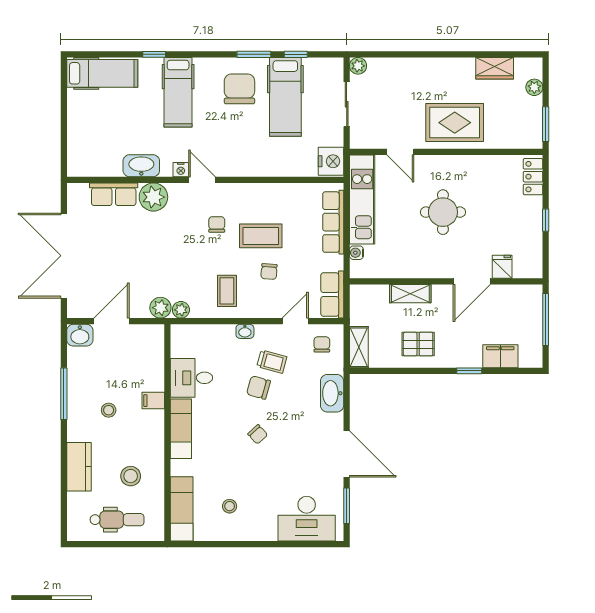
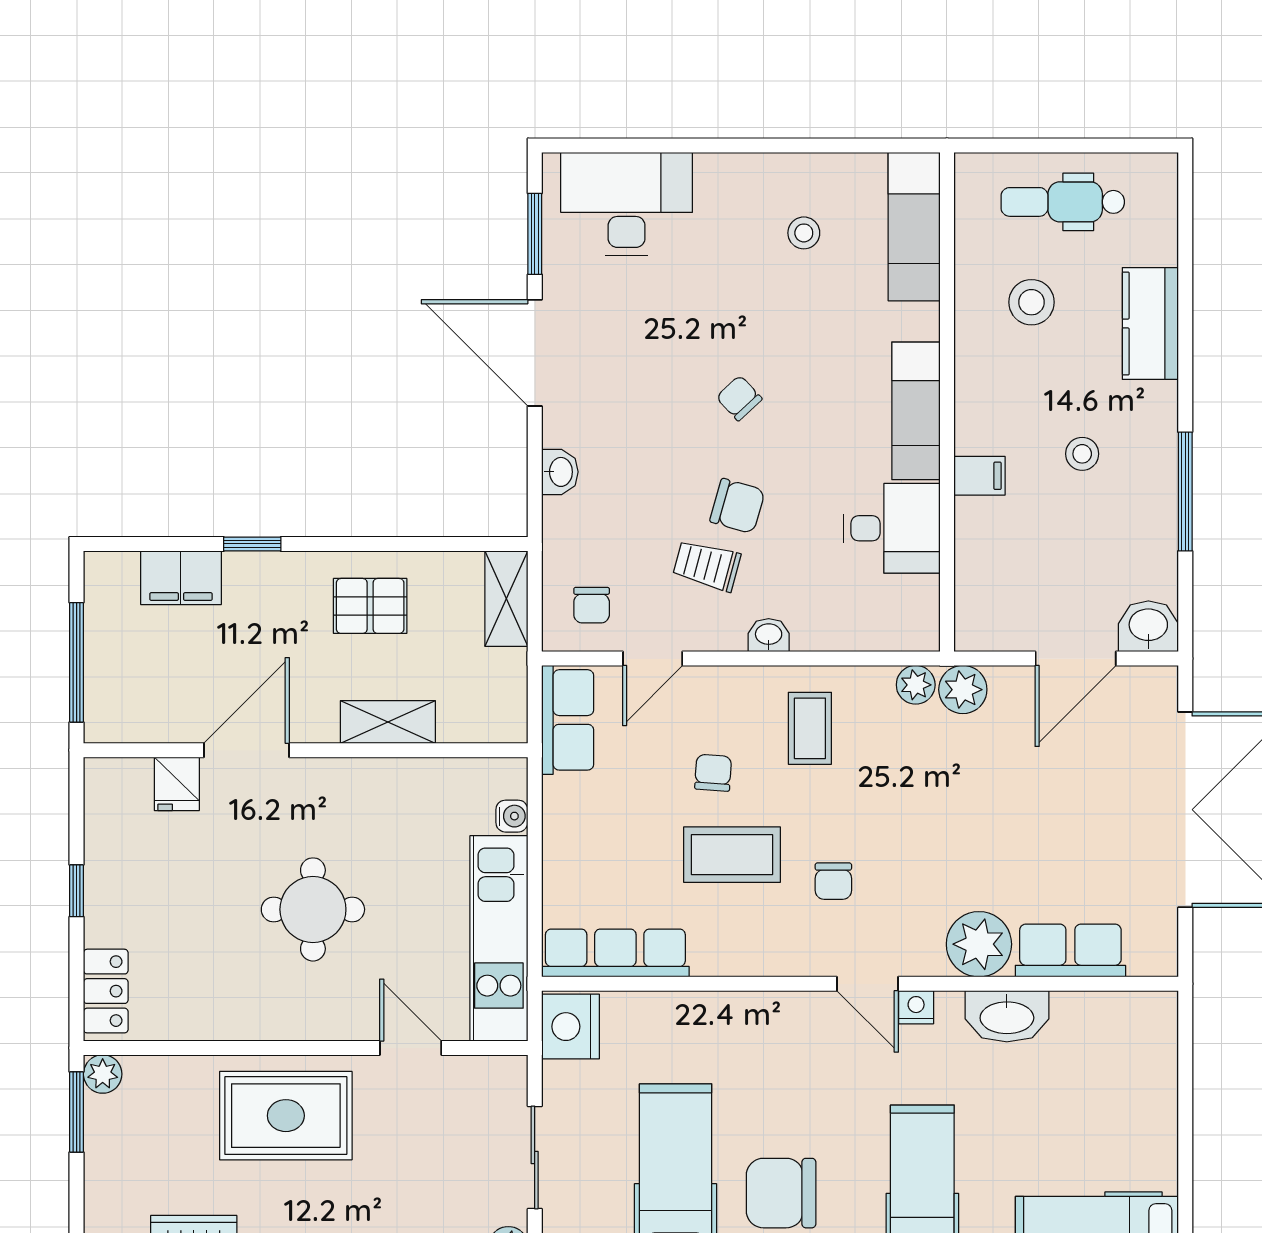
plant: (534, 87) -> (103, 1074), moved
chair: (239, 89) -> (781, 1193), turned 90
row of seats: (333, 222) -> (615, 953), moved, turned -90
washbasin: (332, 393) -> (560, 472), width x0.52, depth x0.69

